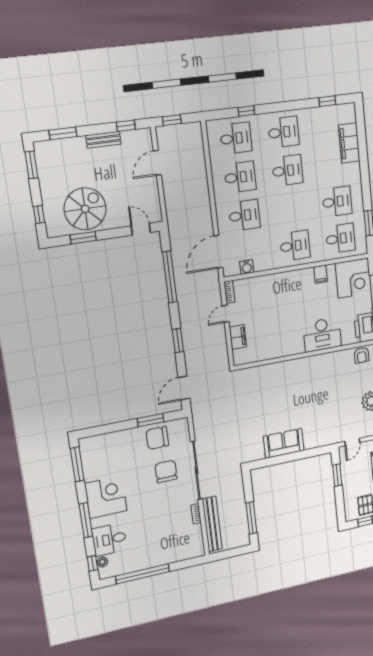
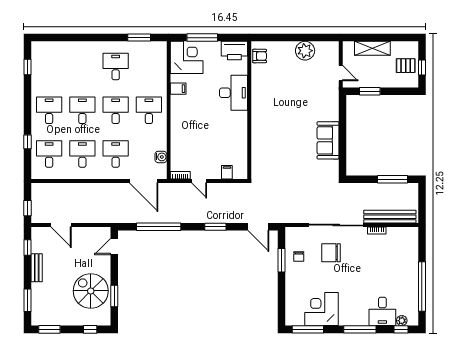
filing cabinet: (349, 143) -> (66, 50), removed
desk: (340, 238) -> (116, 110), moved
filing cabinet: (238, 337) -> (227, 172), width x0.50
chair: (157, 438) -> (299, 256), width x0.54, depth x0.54
corner desk: (106, 497) -> (321, 309), moved

